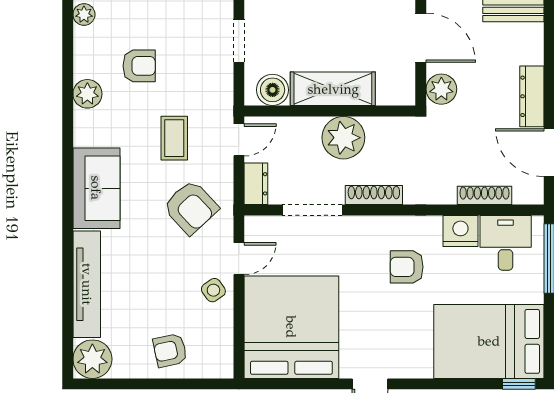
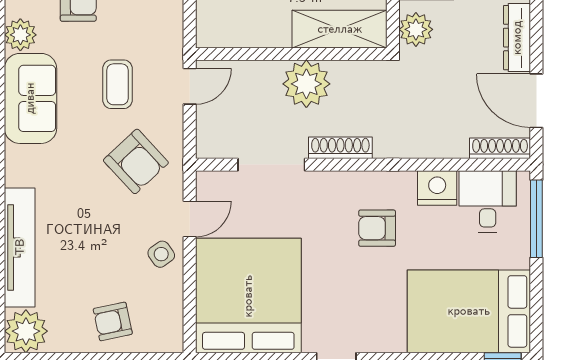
shelving: (333, 89) -> (340, 29), moved
boiler: (273, 90) -> (227, 30), removed
dresser: (256, 184) -> (209, 135), removed
sofa: (96, 188) -> (30, 98), moved
shoe rack: (484, 195) -> (500, 148), moved

